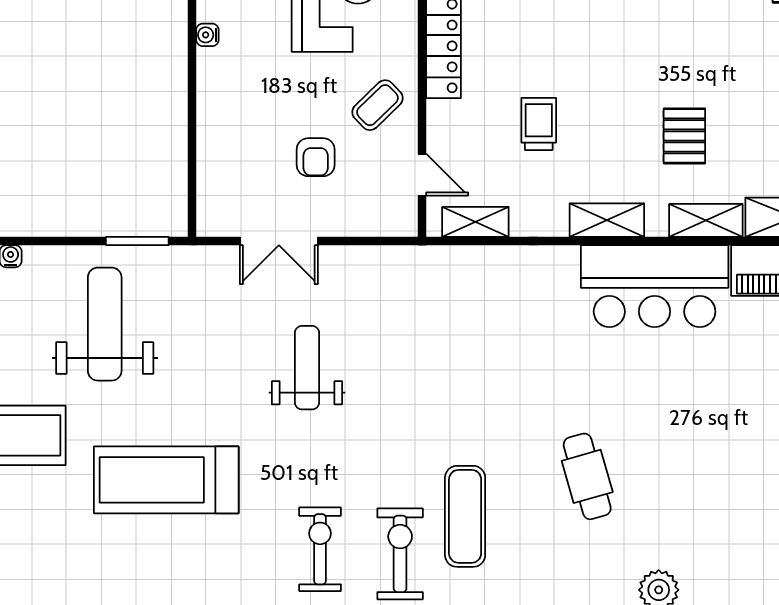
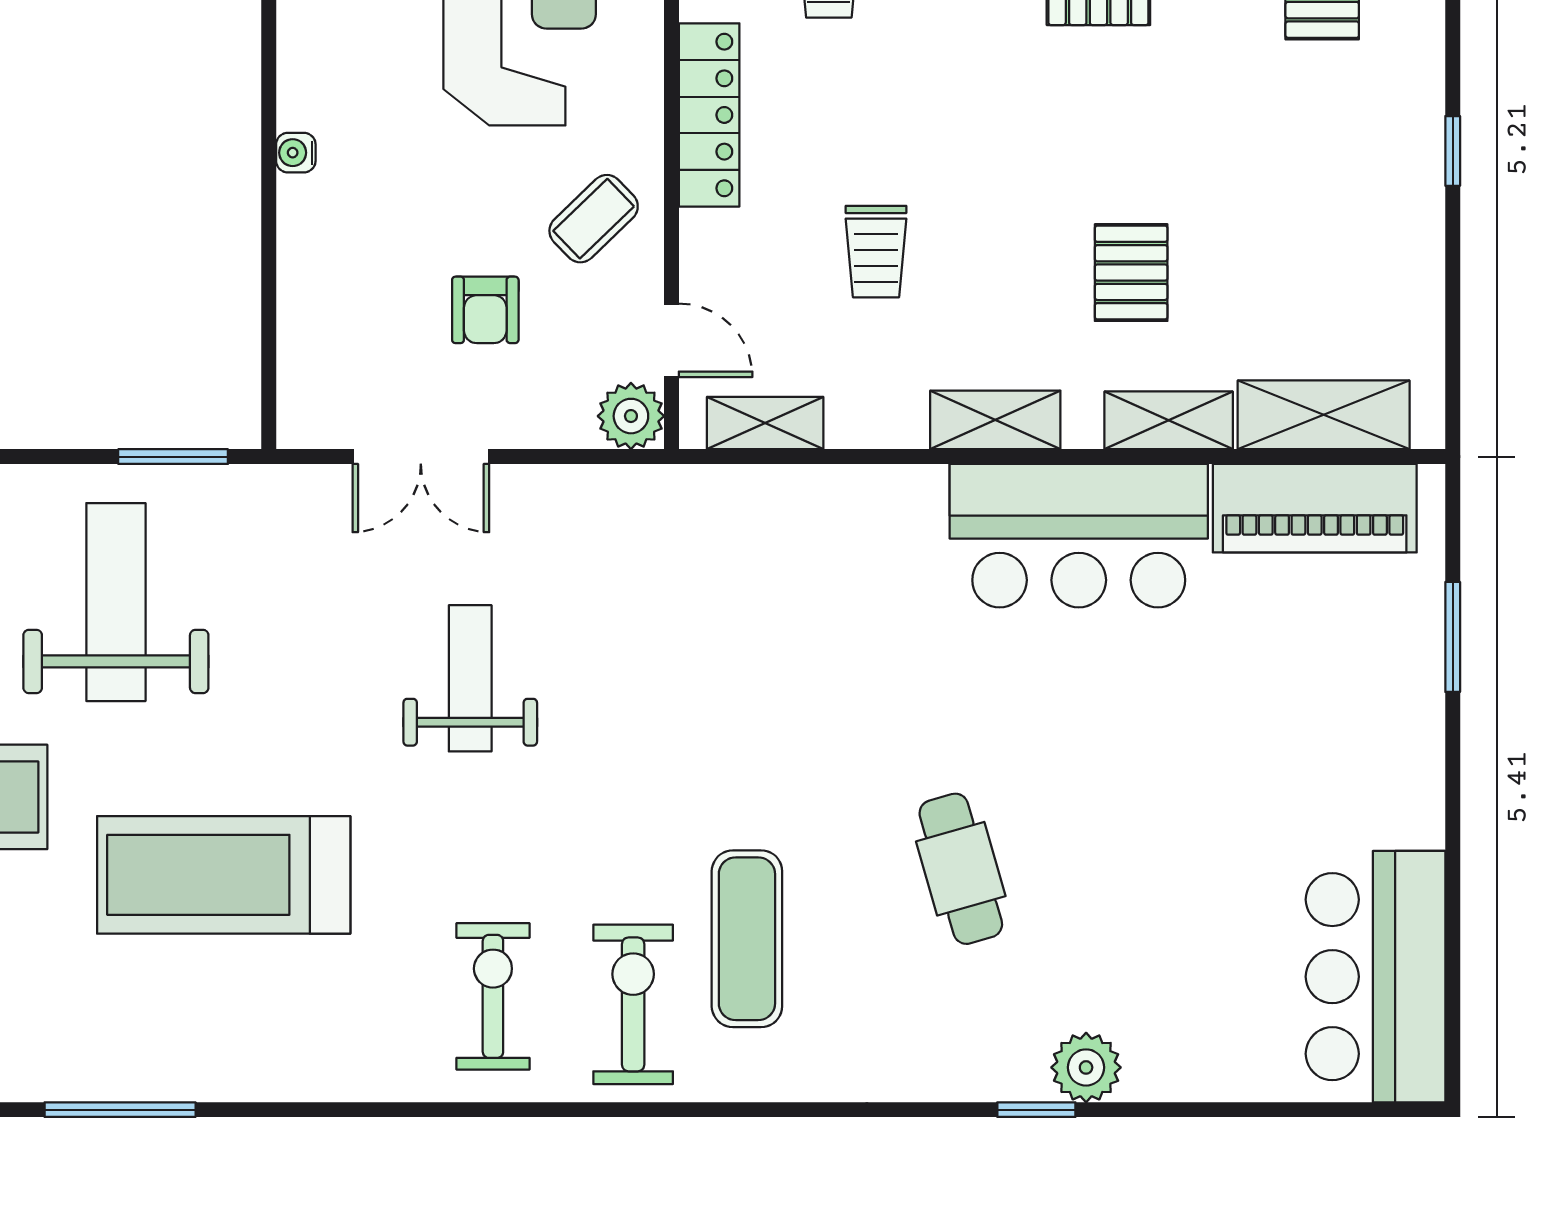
water cooler: (207, 35) -> (296, 153), moved
trolley: (539, 124) -> (876, 252), turned 180
plant: (399, 218) -> (631, 416), added

